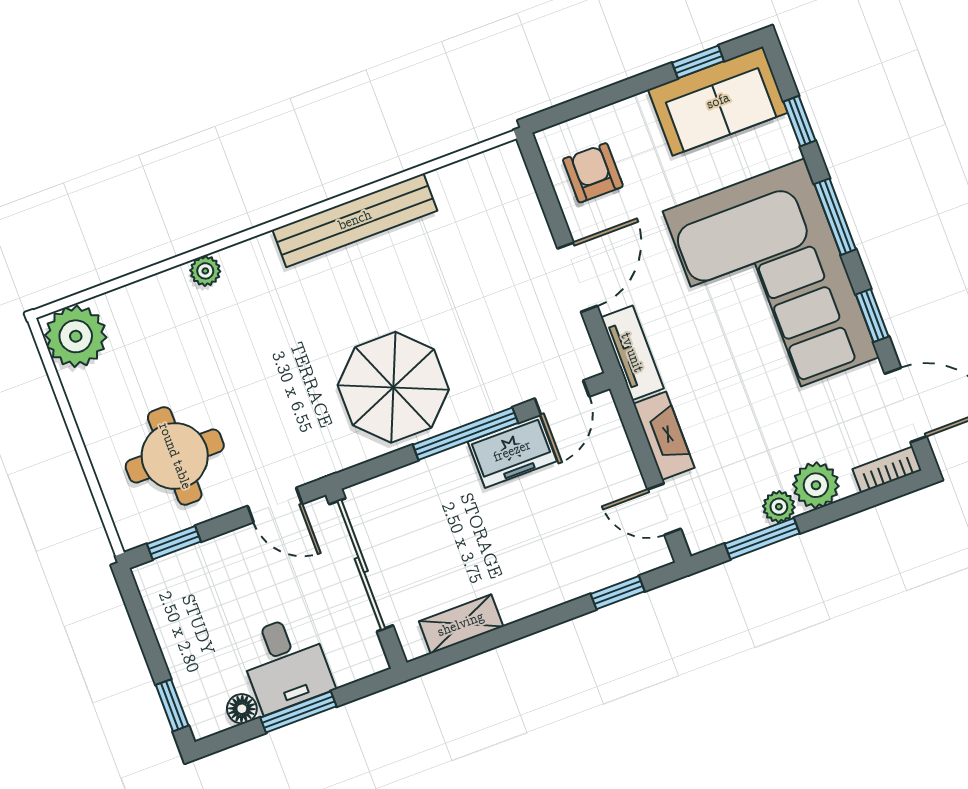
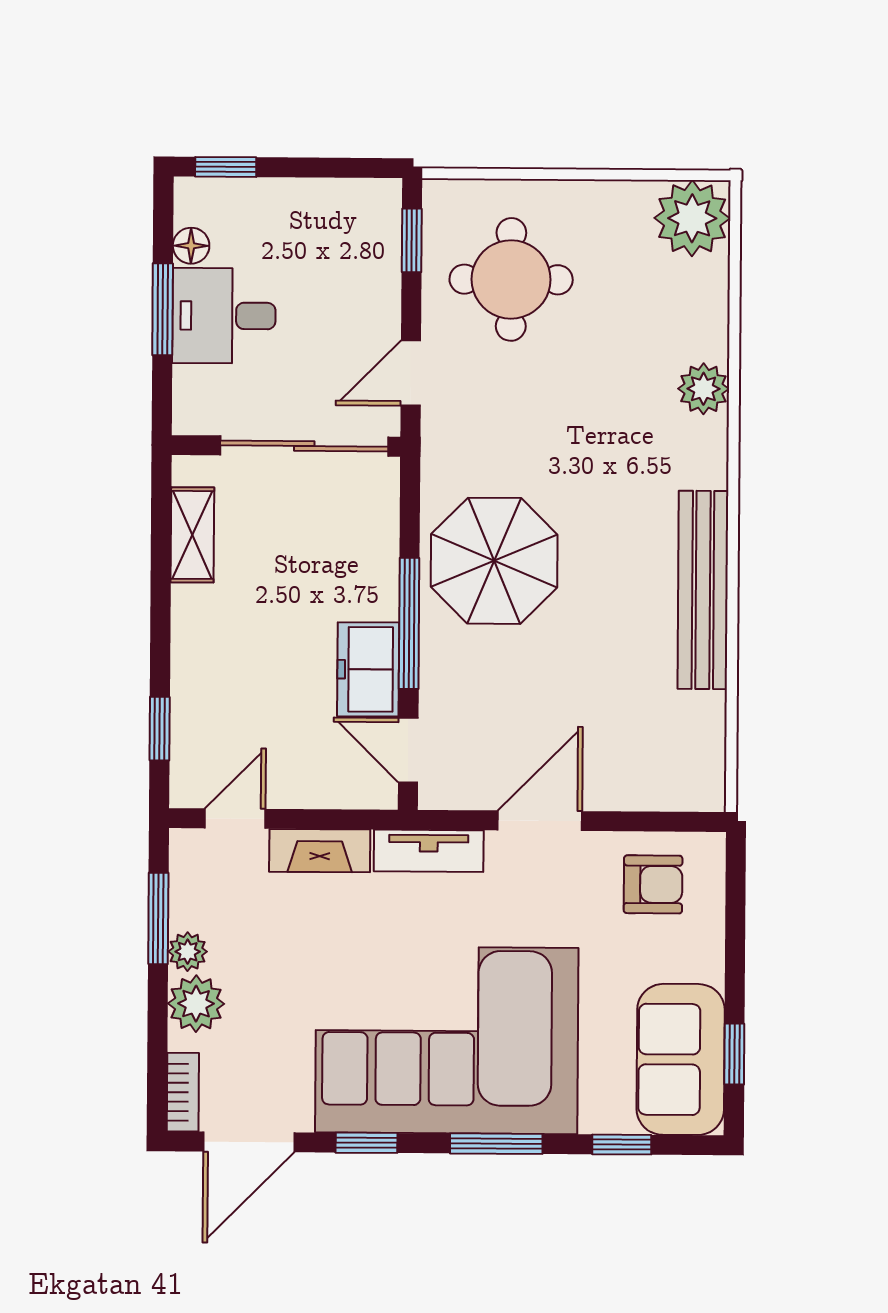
plant: (205, 271) -> (703, 389), width x1.38, depth x1.38
door: (577, 277) -> (540, 821), swing flipped

